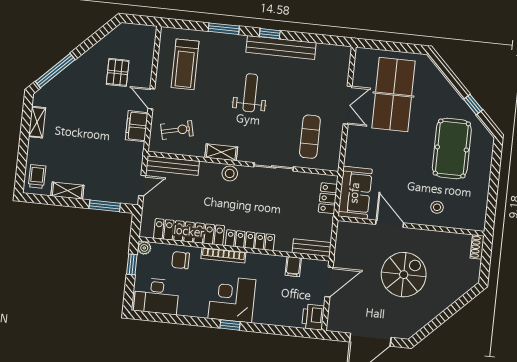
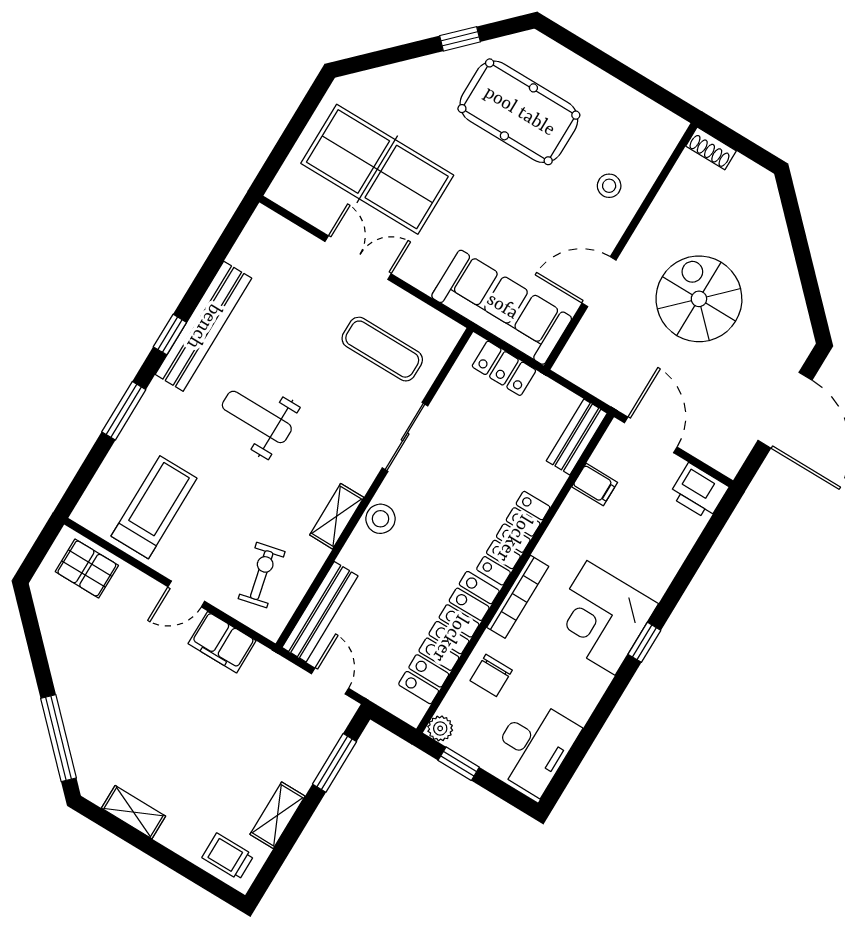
treadmill: (185, 64) -> (154, 507), turned -90
pallet: (118, 72) -> (87, 569), moved
sofa: (355, 193) -> (502, 307), width x1.36

